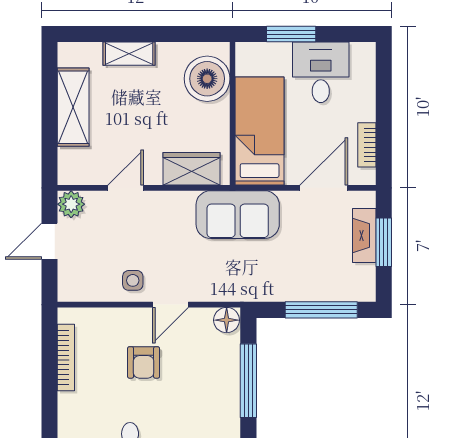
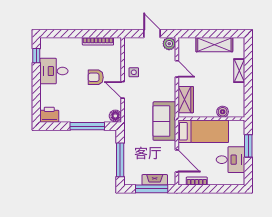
boiler: (207, 79) -> (223, 112), width x0.54, depth x0.54
window: (384, 242) -> (152, 189), width x1.44

